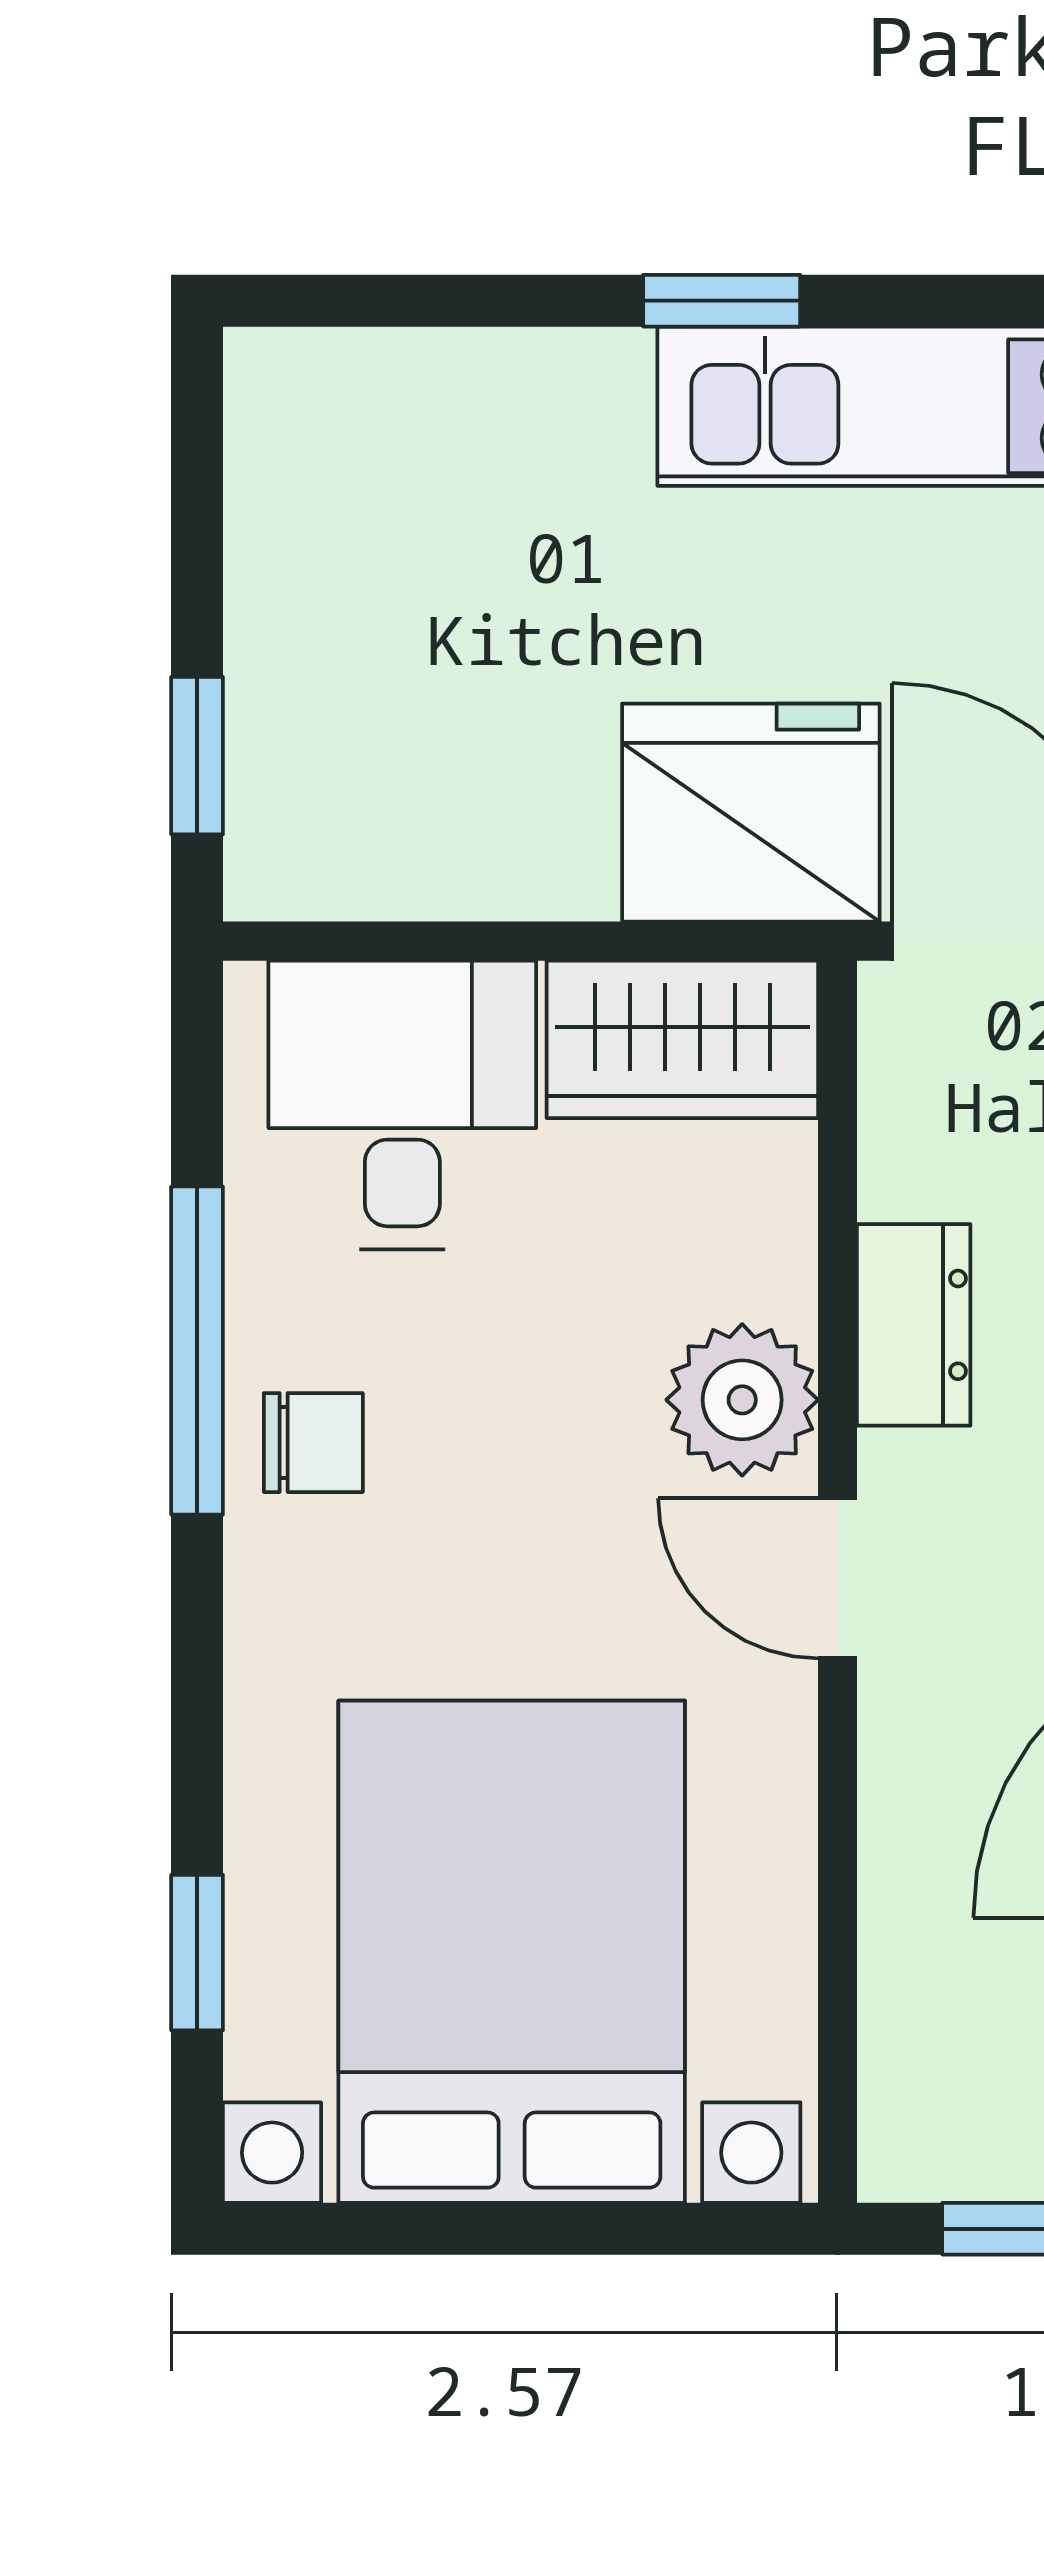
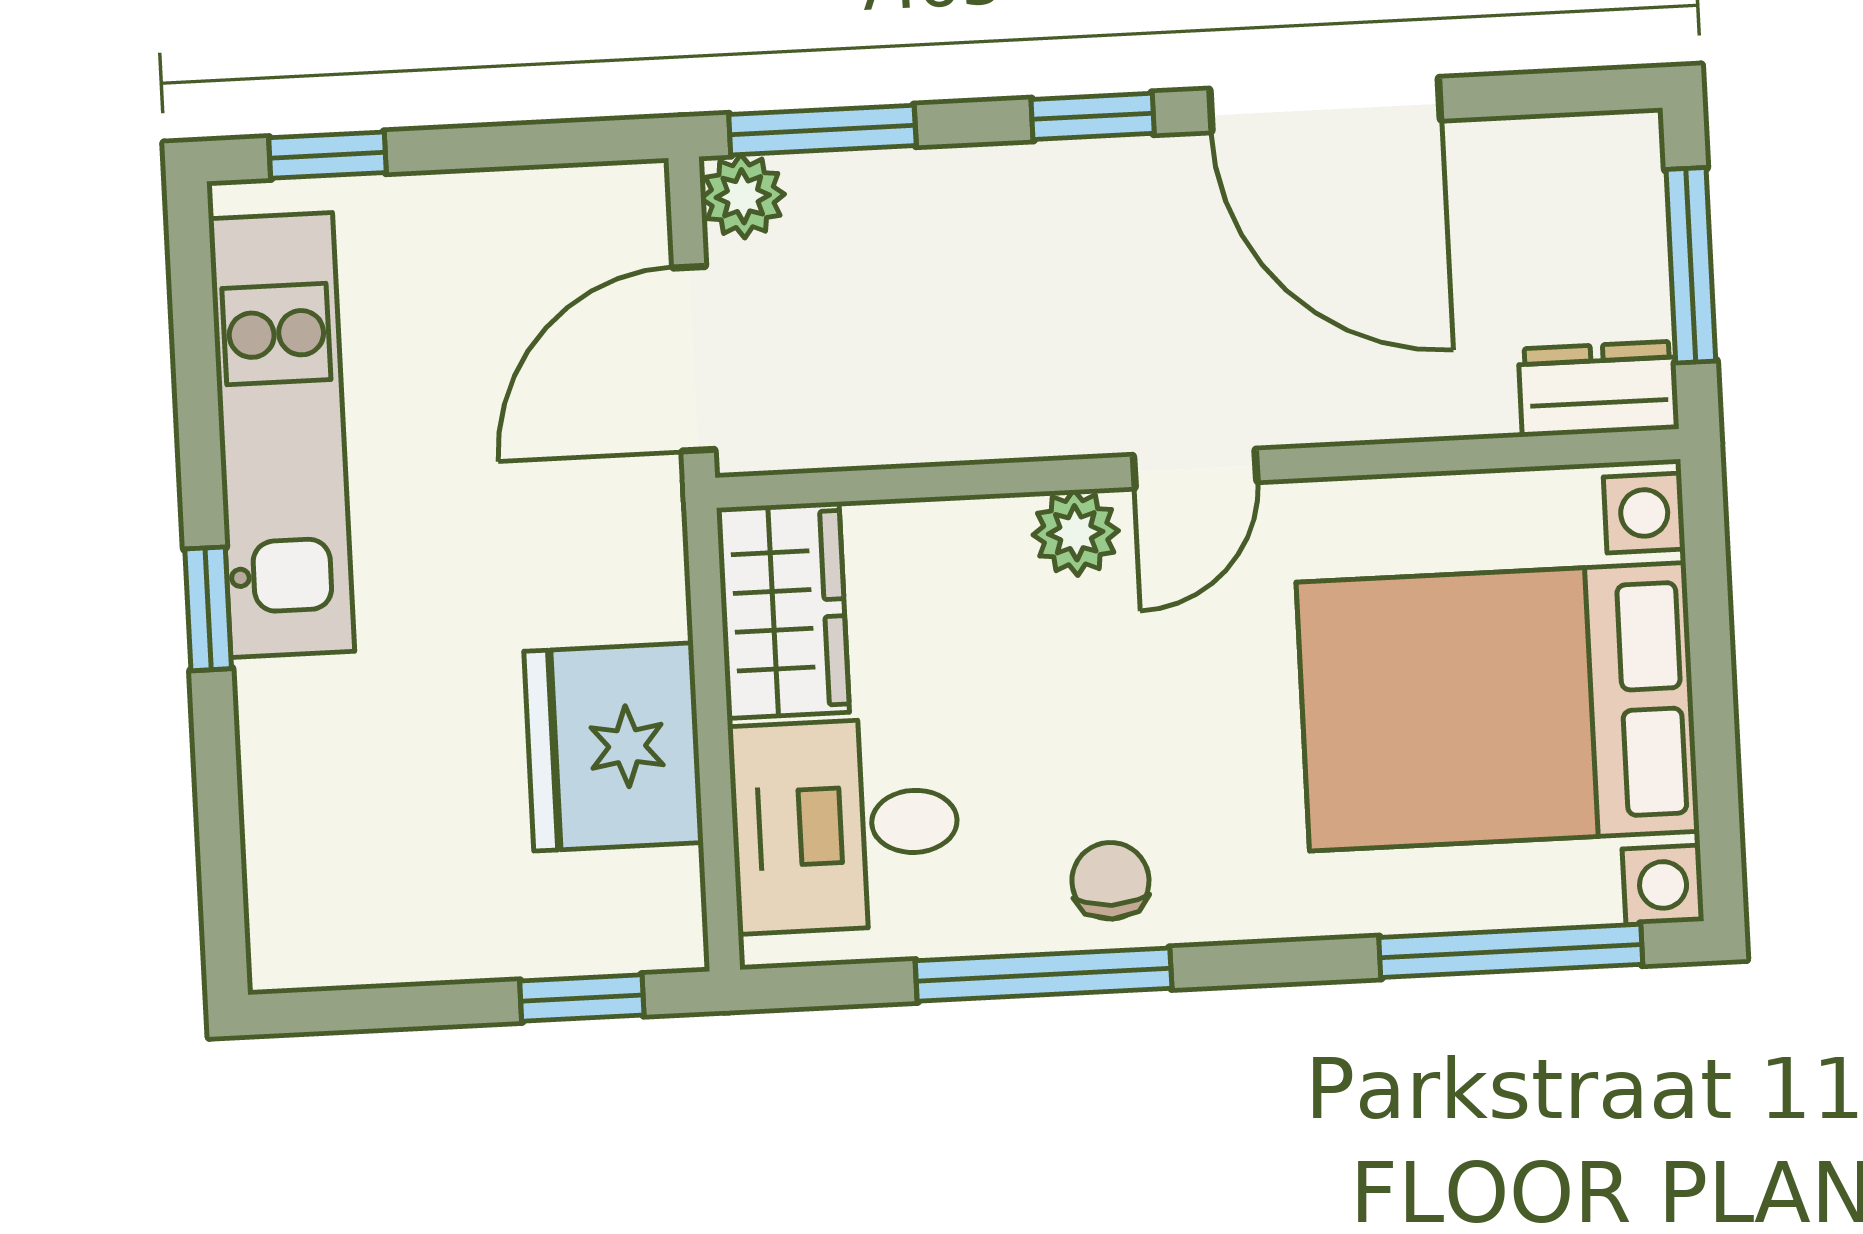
fridge: (751, 813) -> (614, 747), moved
dresser: (914, 1325) -> (1599, 389), moved
plant: (742, 1400) -> (1076, 533), width x0.73, depth x0.73
window: (197, 1953) -> (1511, 951), width x2.17

